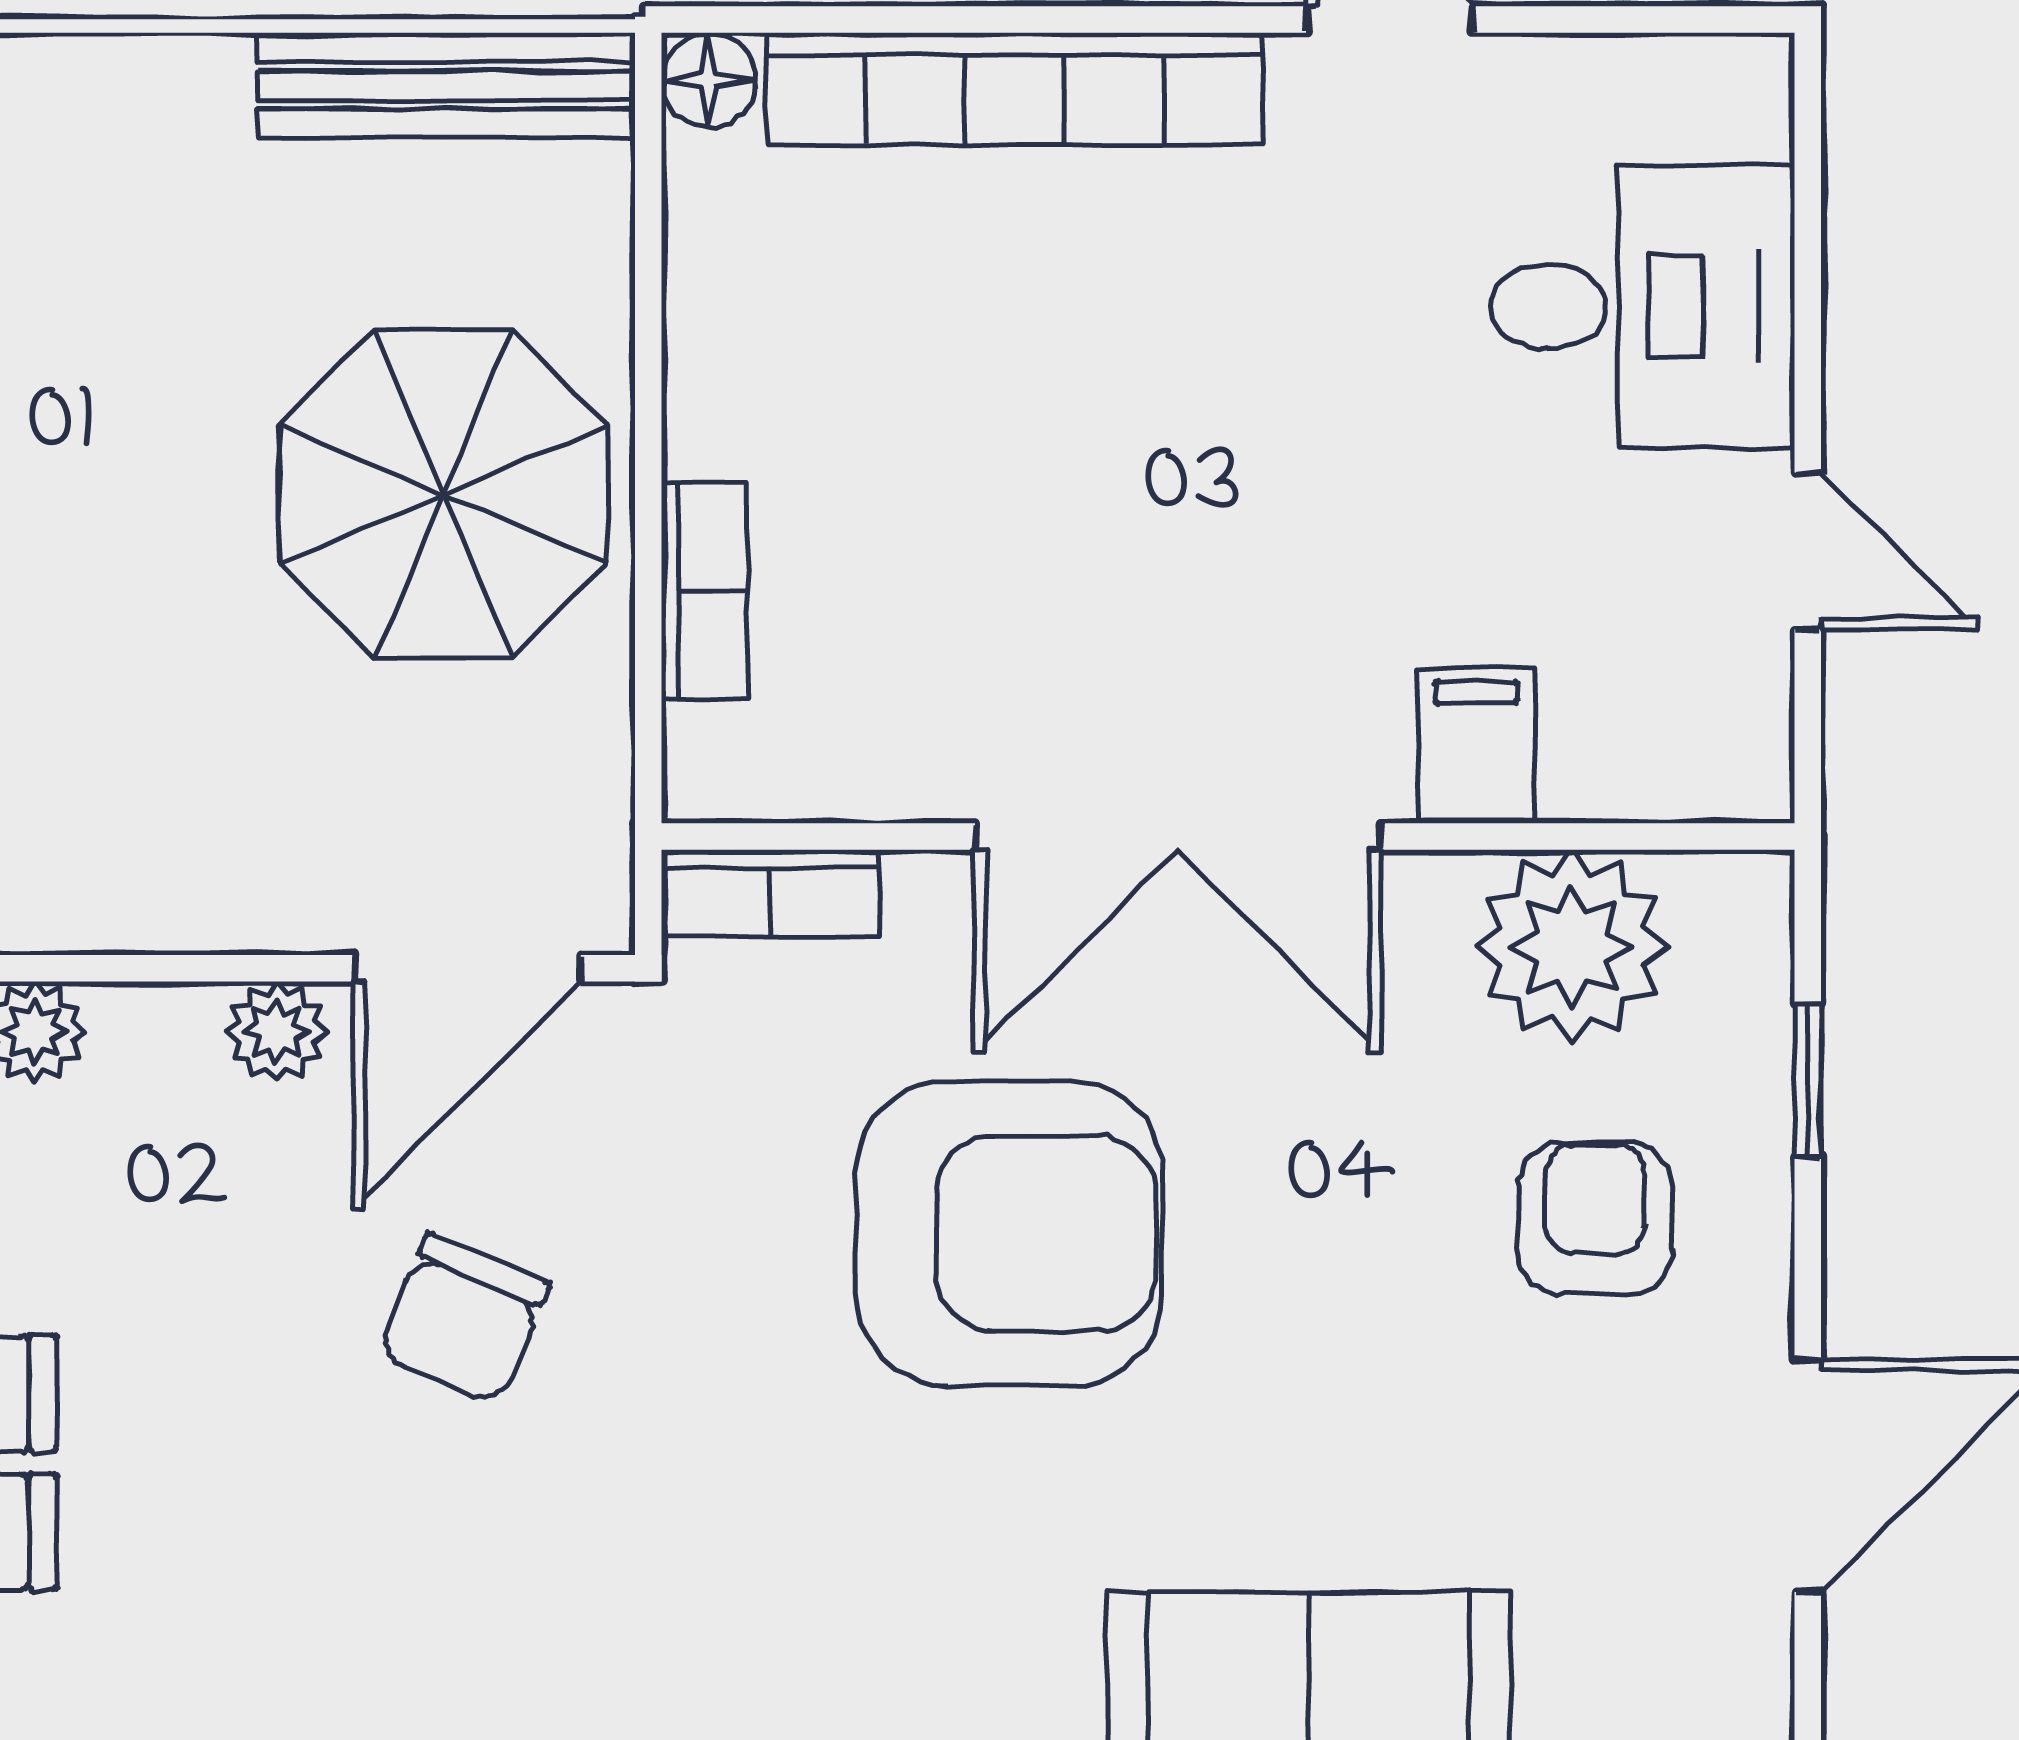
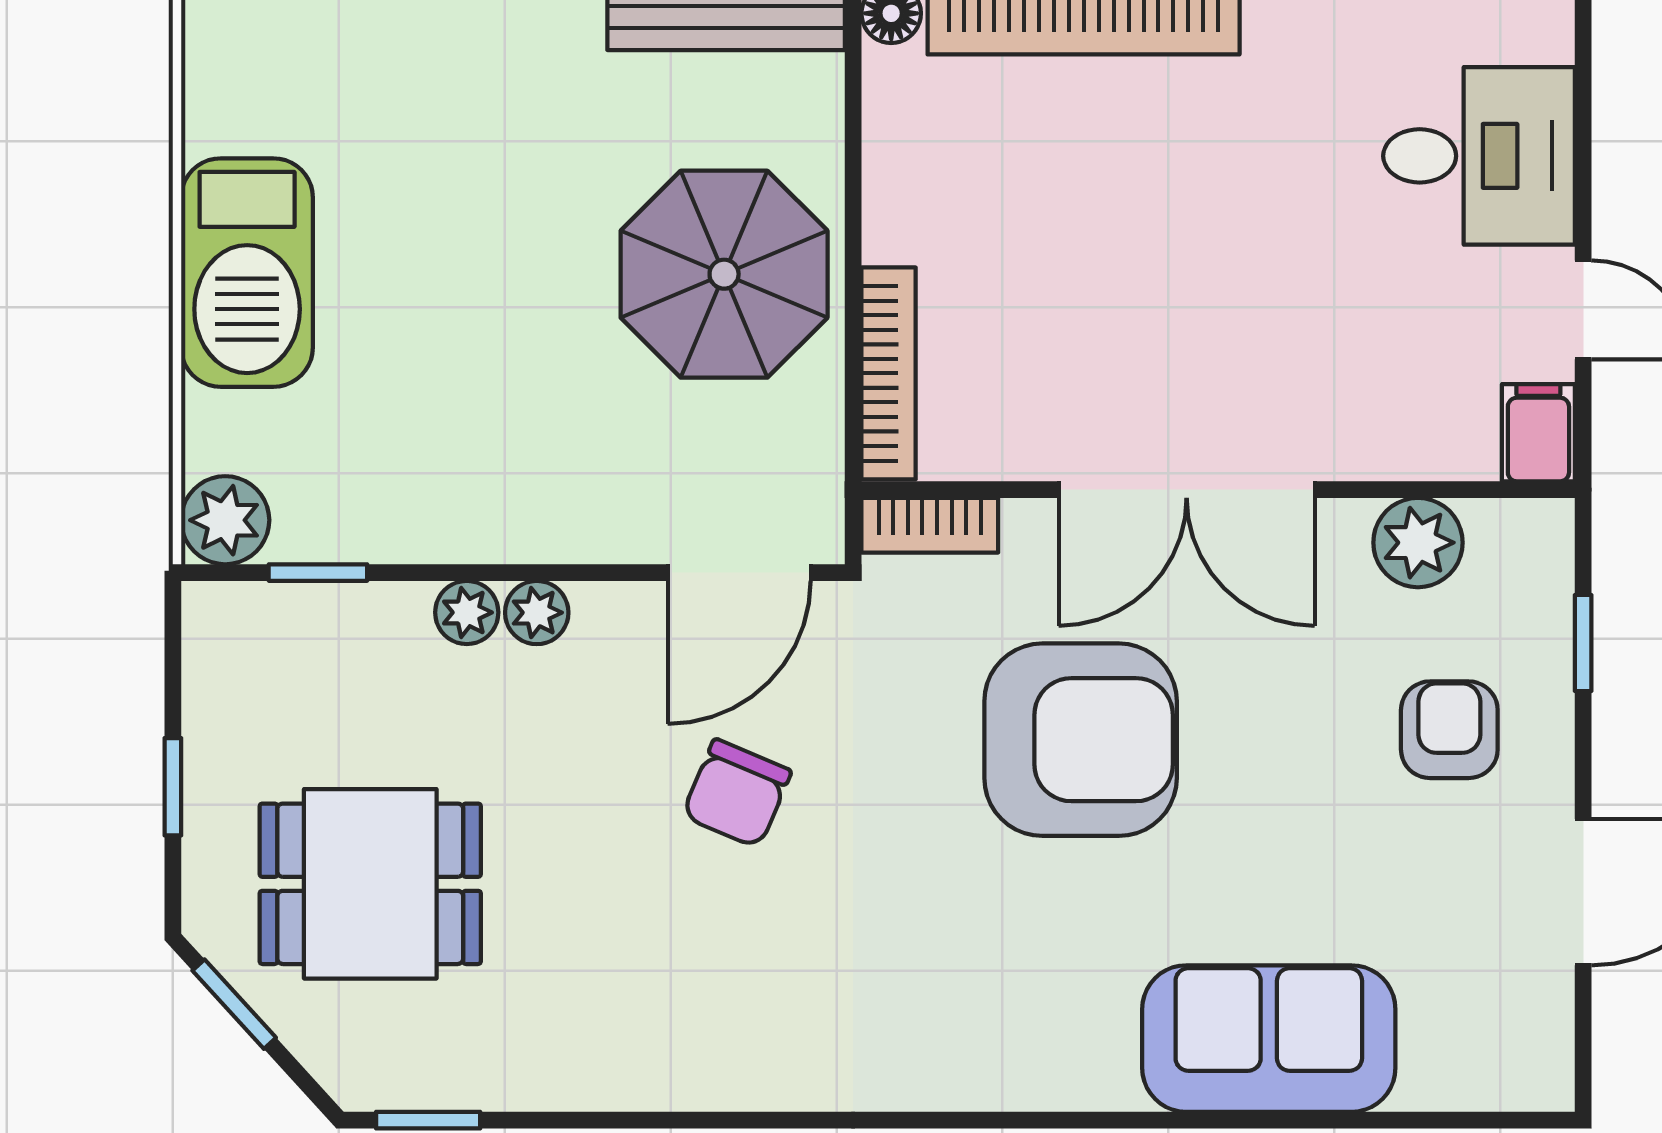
bookcase: (704, 591) -> (889, 373), width x1.56
filing cabinet: (1476, 746) -> (1538, 433), moved
plant: (1571, 946) -> (1418, 543), width x0.73, depth x0.73
plant: (277, 1032) -> (537, 613), moved

